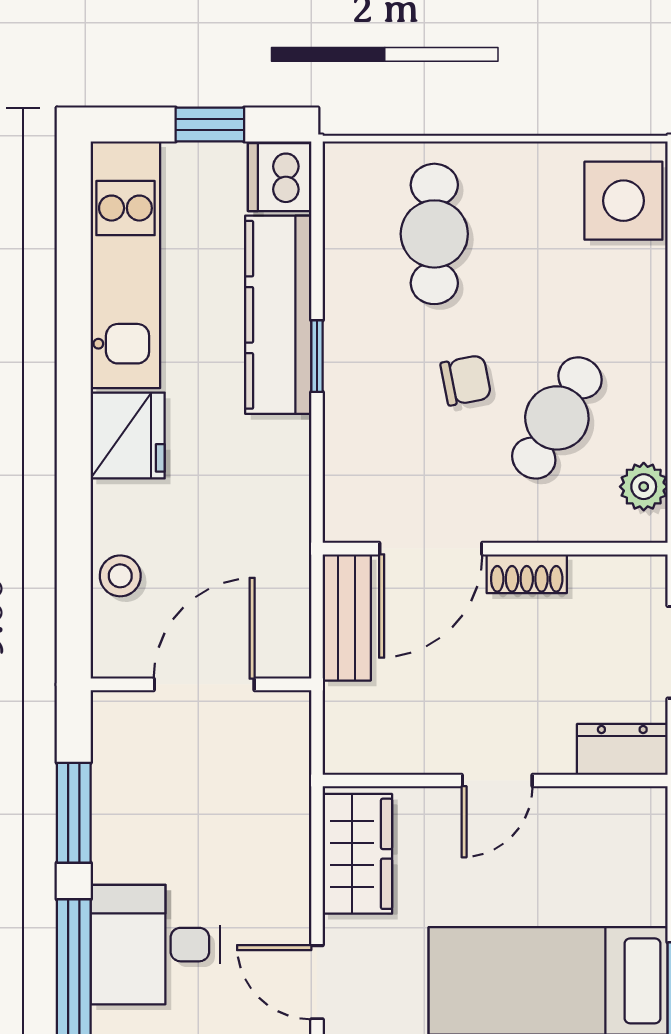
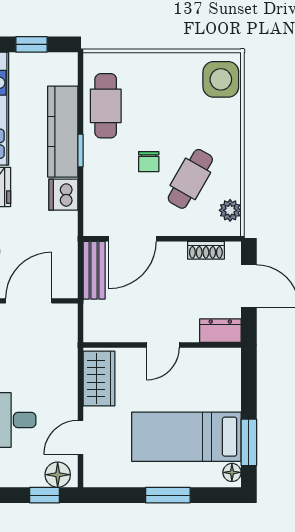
dishwasher: (280, 177) -> (63, 195), moved
cafe table: (434, 234) -> (106, 106), moved
chair: (466, 380) -> (149, 162), turned 101
shoe rack: (527, 574) -> (206, 250), moved
door: (317, 982) -> (80, 437), hinge flipped

